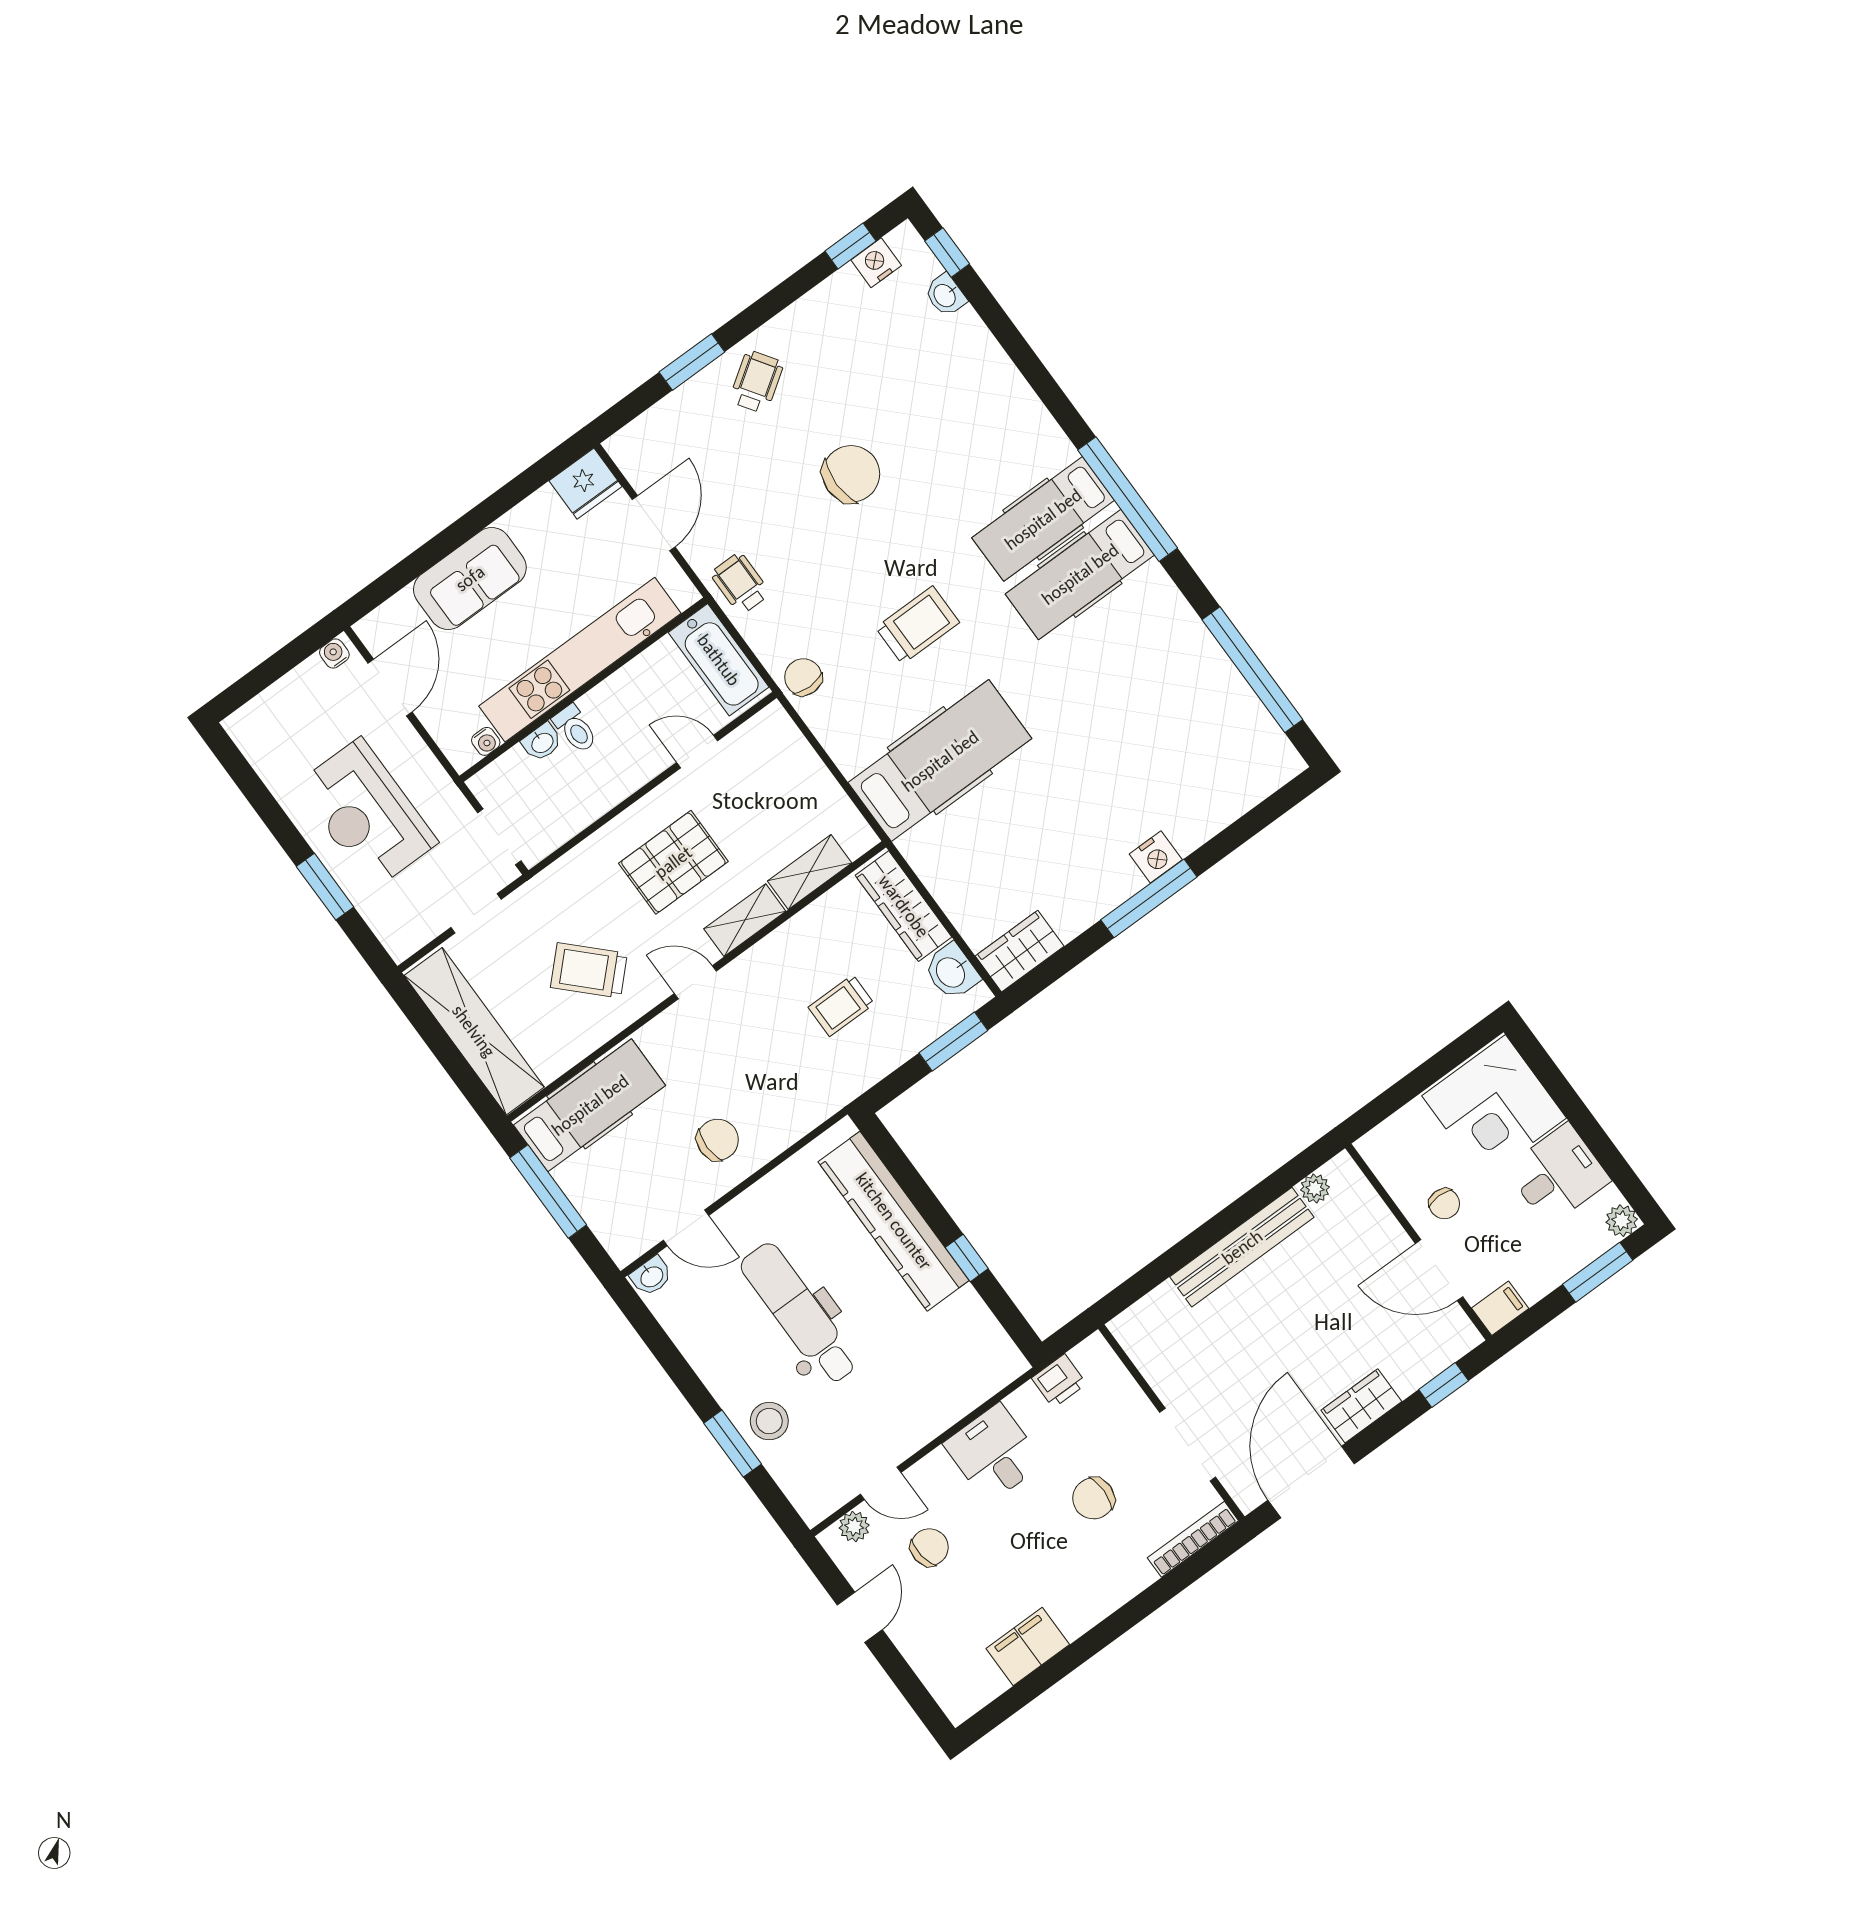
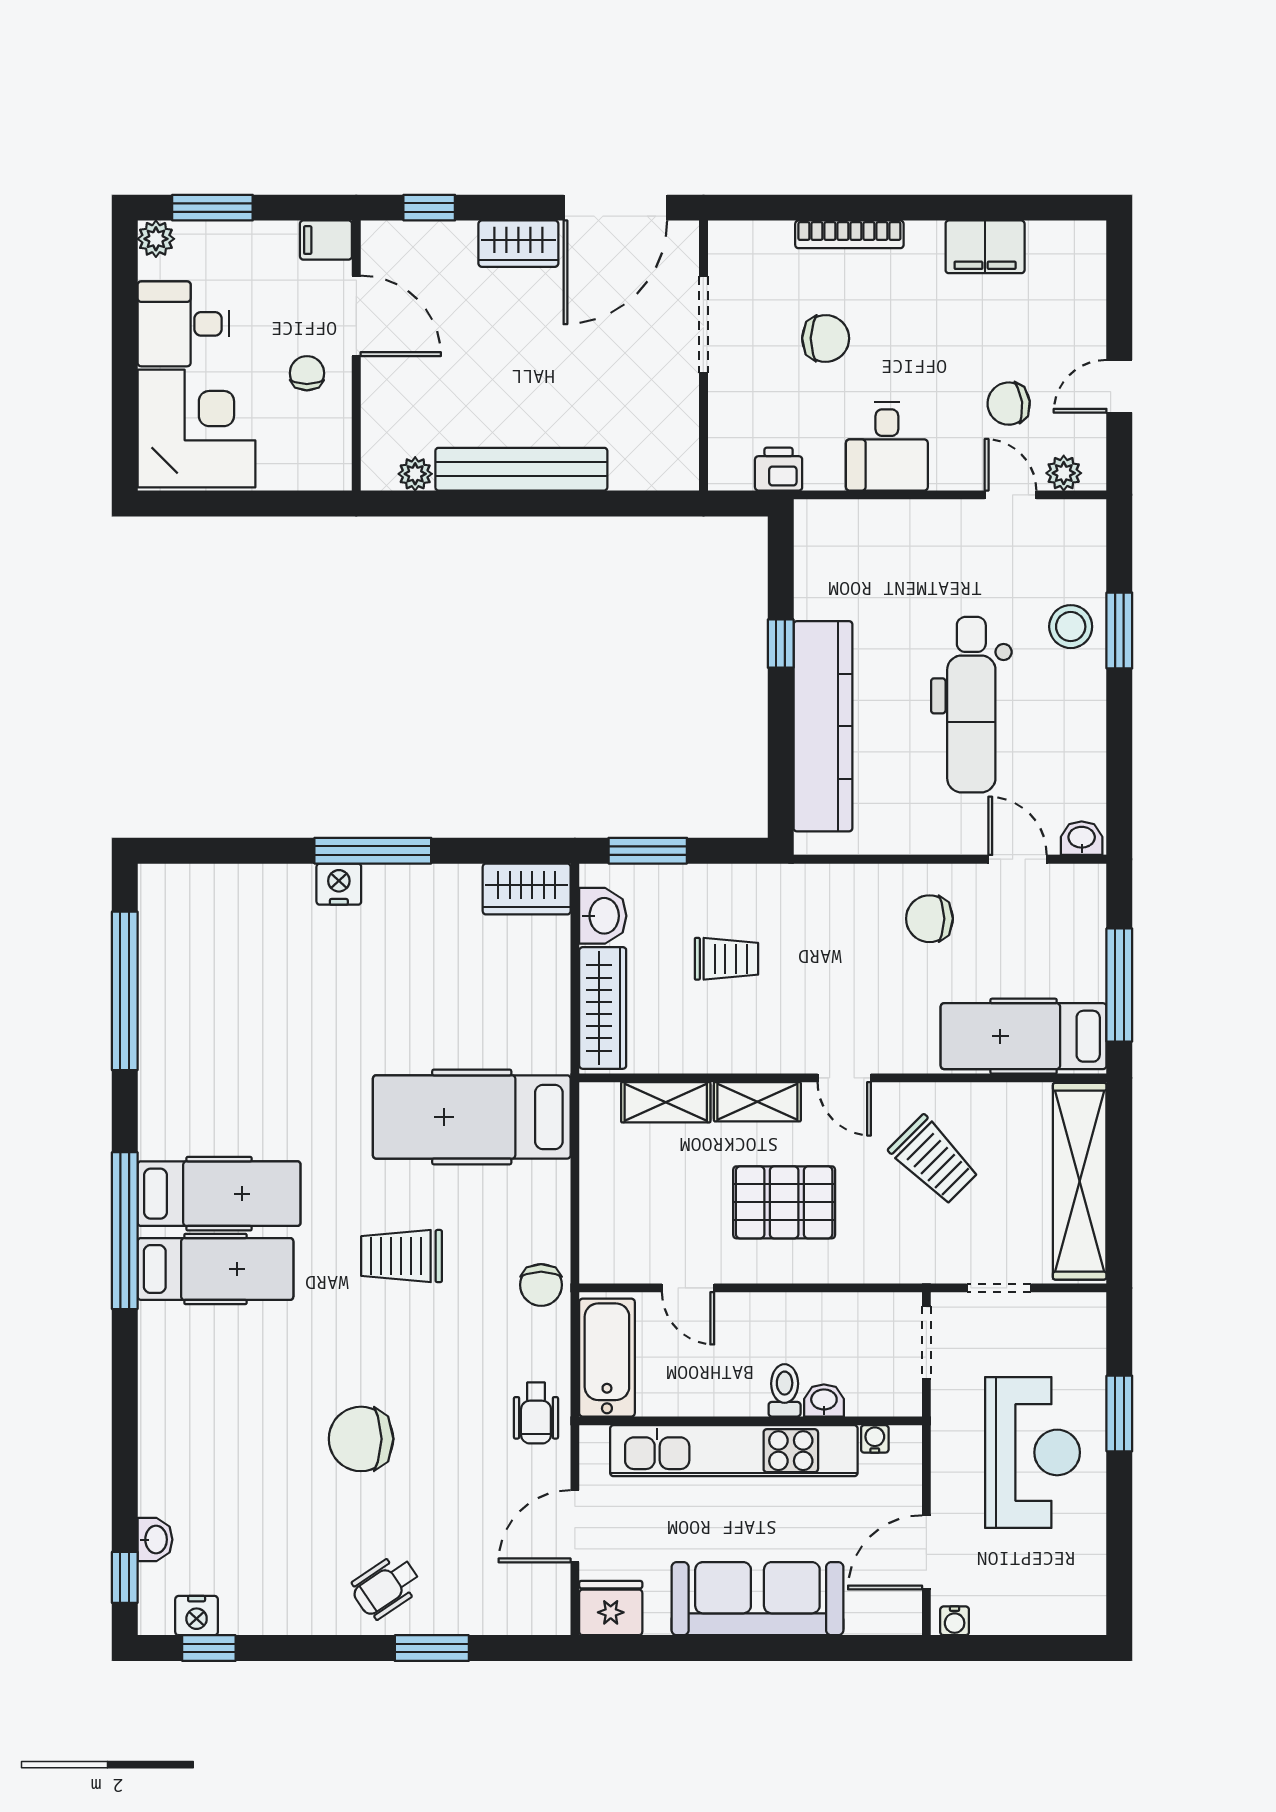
sofa: (470, 578) -> (757, 1599), width x1.36
bookcase: (1193, 1539) -> (849, 234), moved

